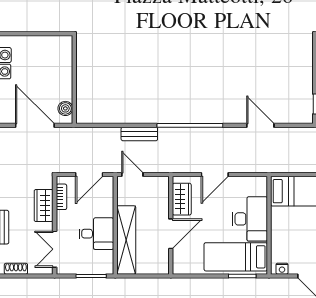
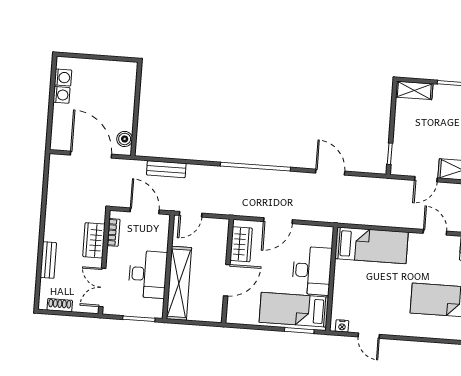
bench: (139, 134) -> (166, 169), moved
door: (89, 174) -> (145, 211), swing flipped
door: (132, 174) -> (191, 214), swing flipped
desk: (96, 234) -> (148, 274), width x1.37

